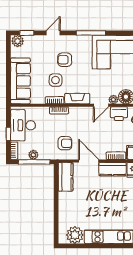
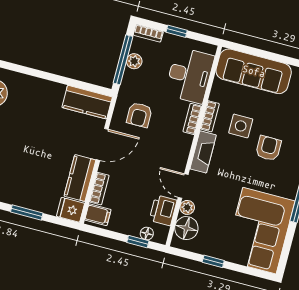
desk: (23, 125) -> (190, 75), moved, turned 90

